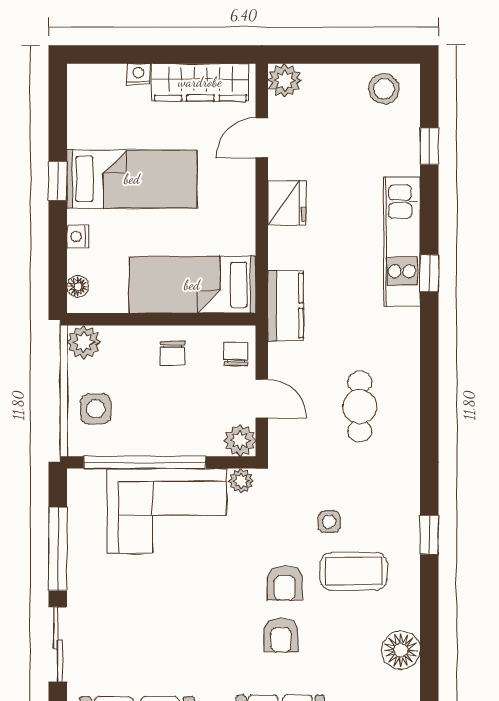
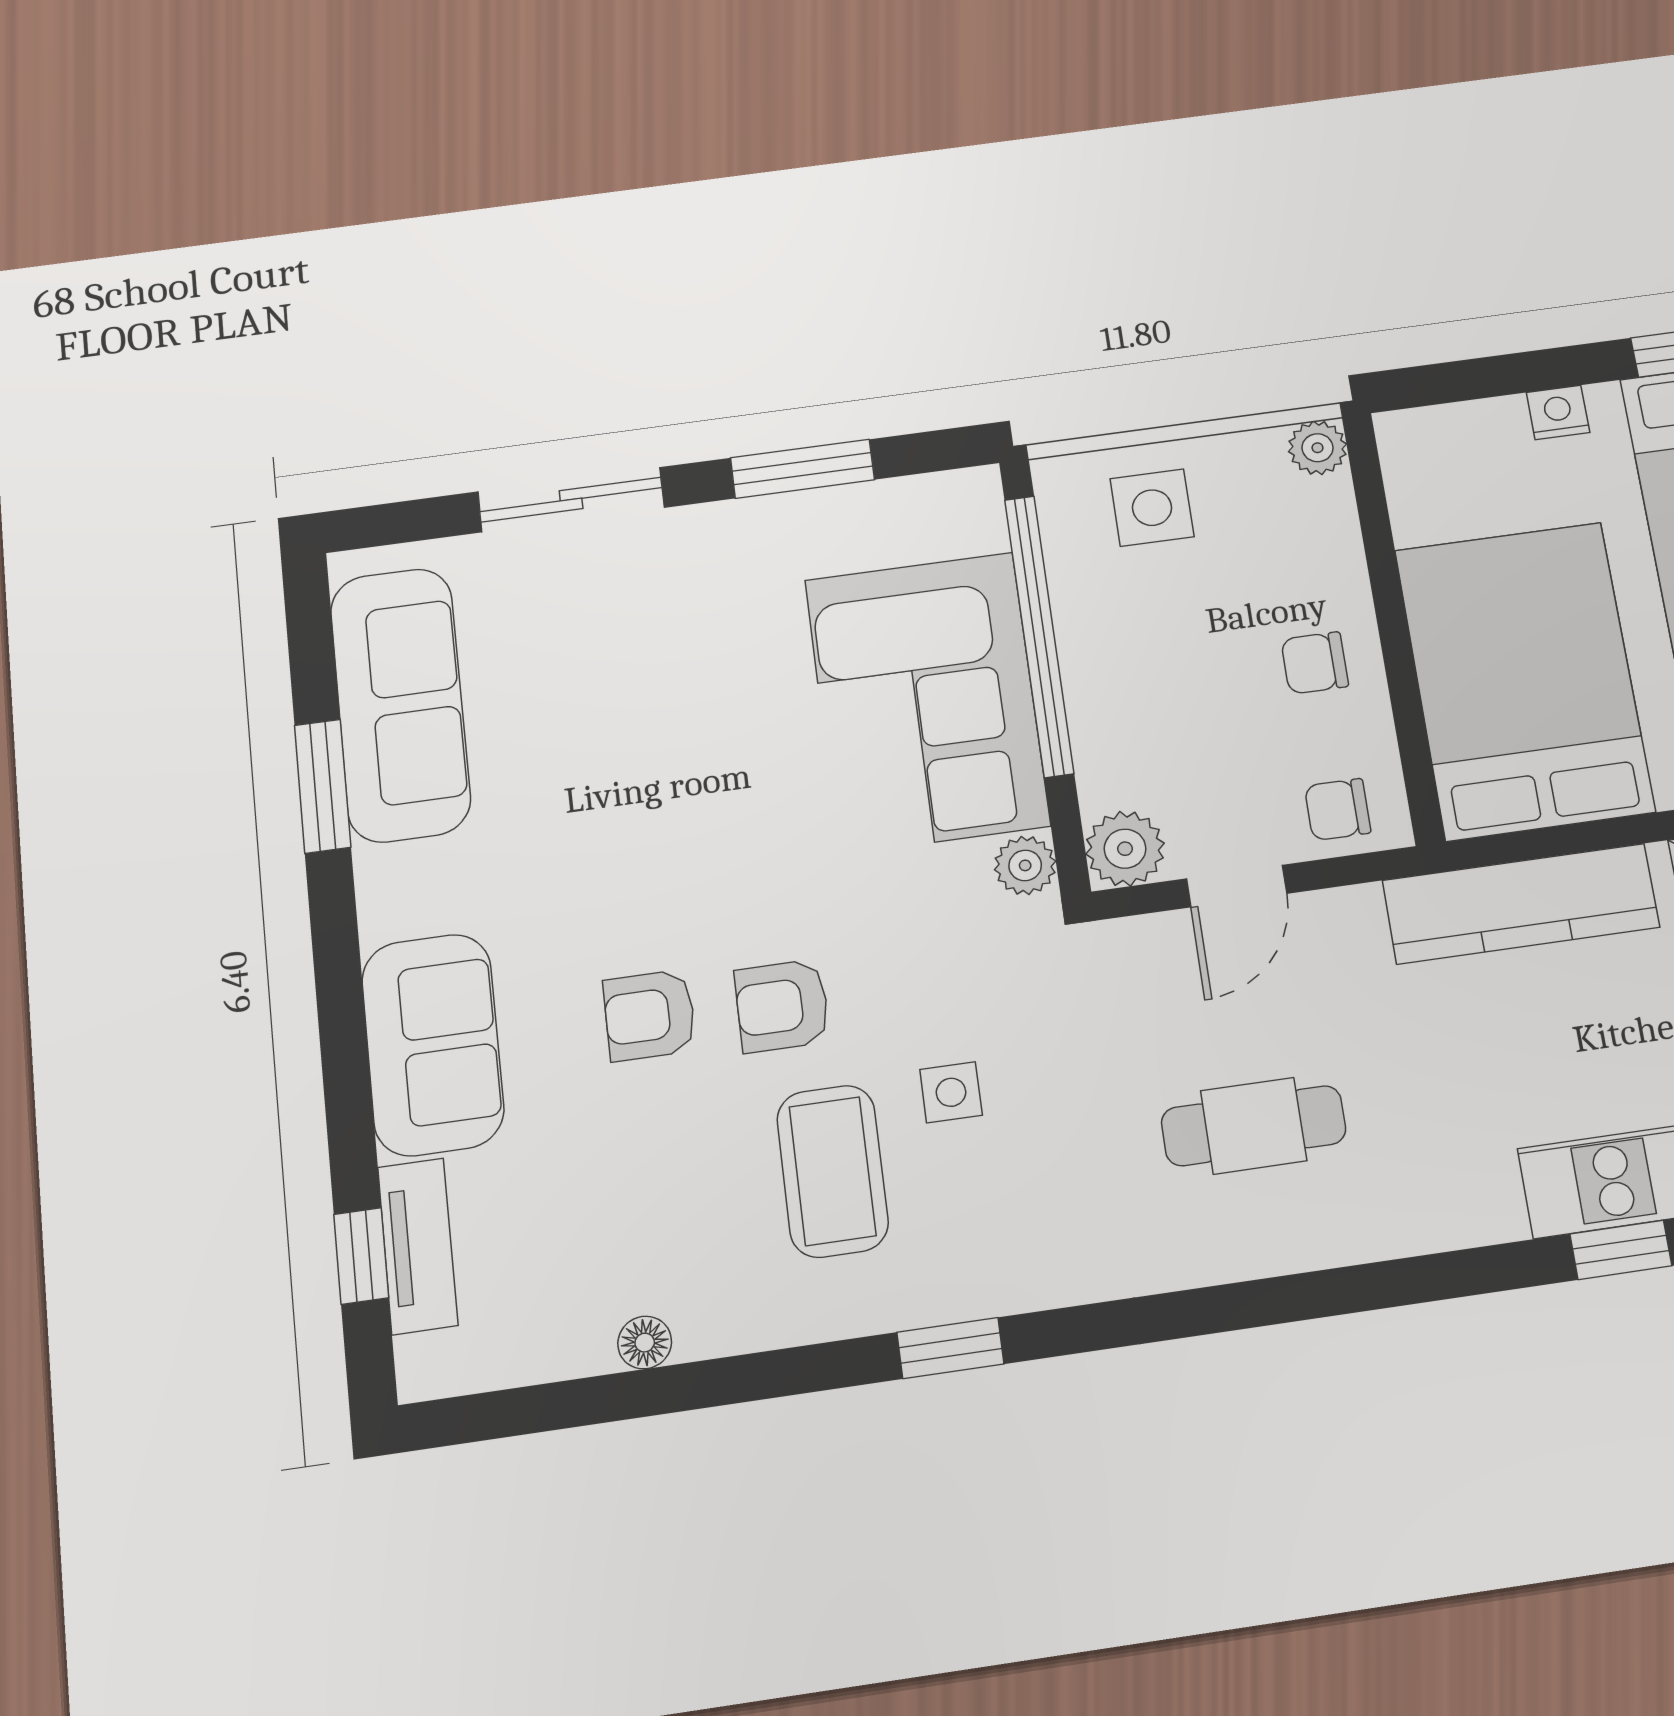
bed: (192, 285) -> (1524, 680), width x1.50
floor lamp: (78, 286) -> (1439, 428), removed
kitchen counter: (286, 305) -> (1521, 904), width x1.50
plant: (84, 342) -> (1318, 448), width x0.73, depth x0.73
chair: (236, 354) -> (1338, 809), turned 180
window: (58, 549) -> (802, 469), width x0.69
floor lamp: (401, 650) -> (645, 1343), width x0.53, depth x0.53

